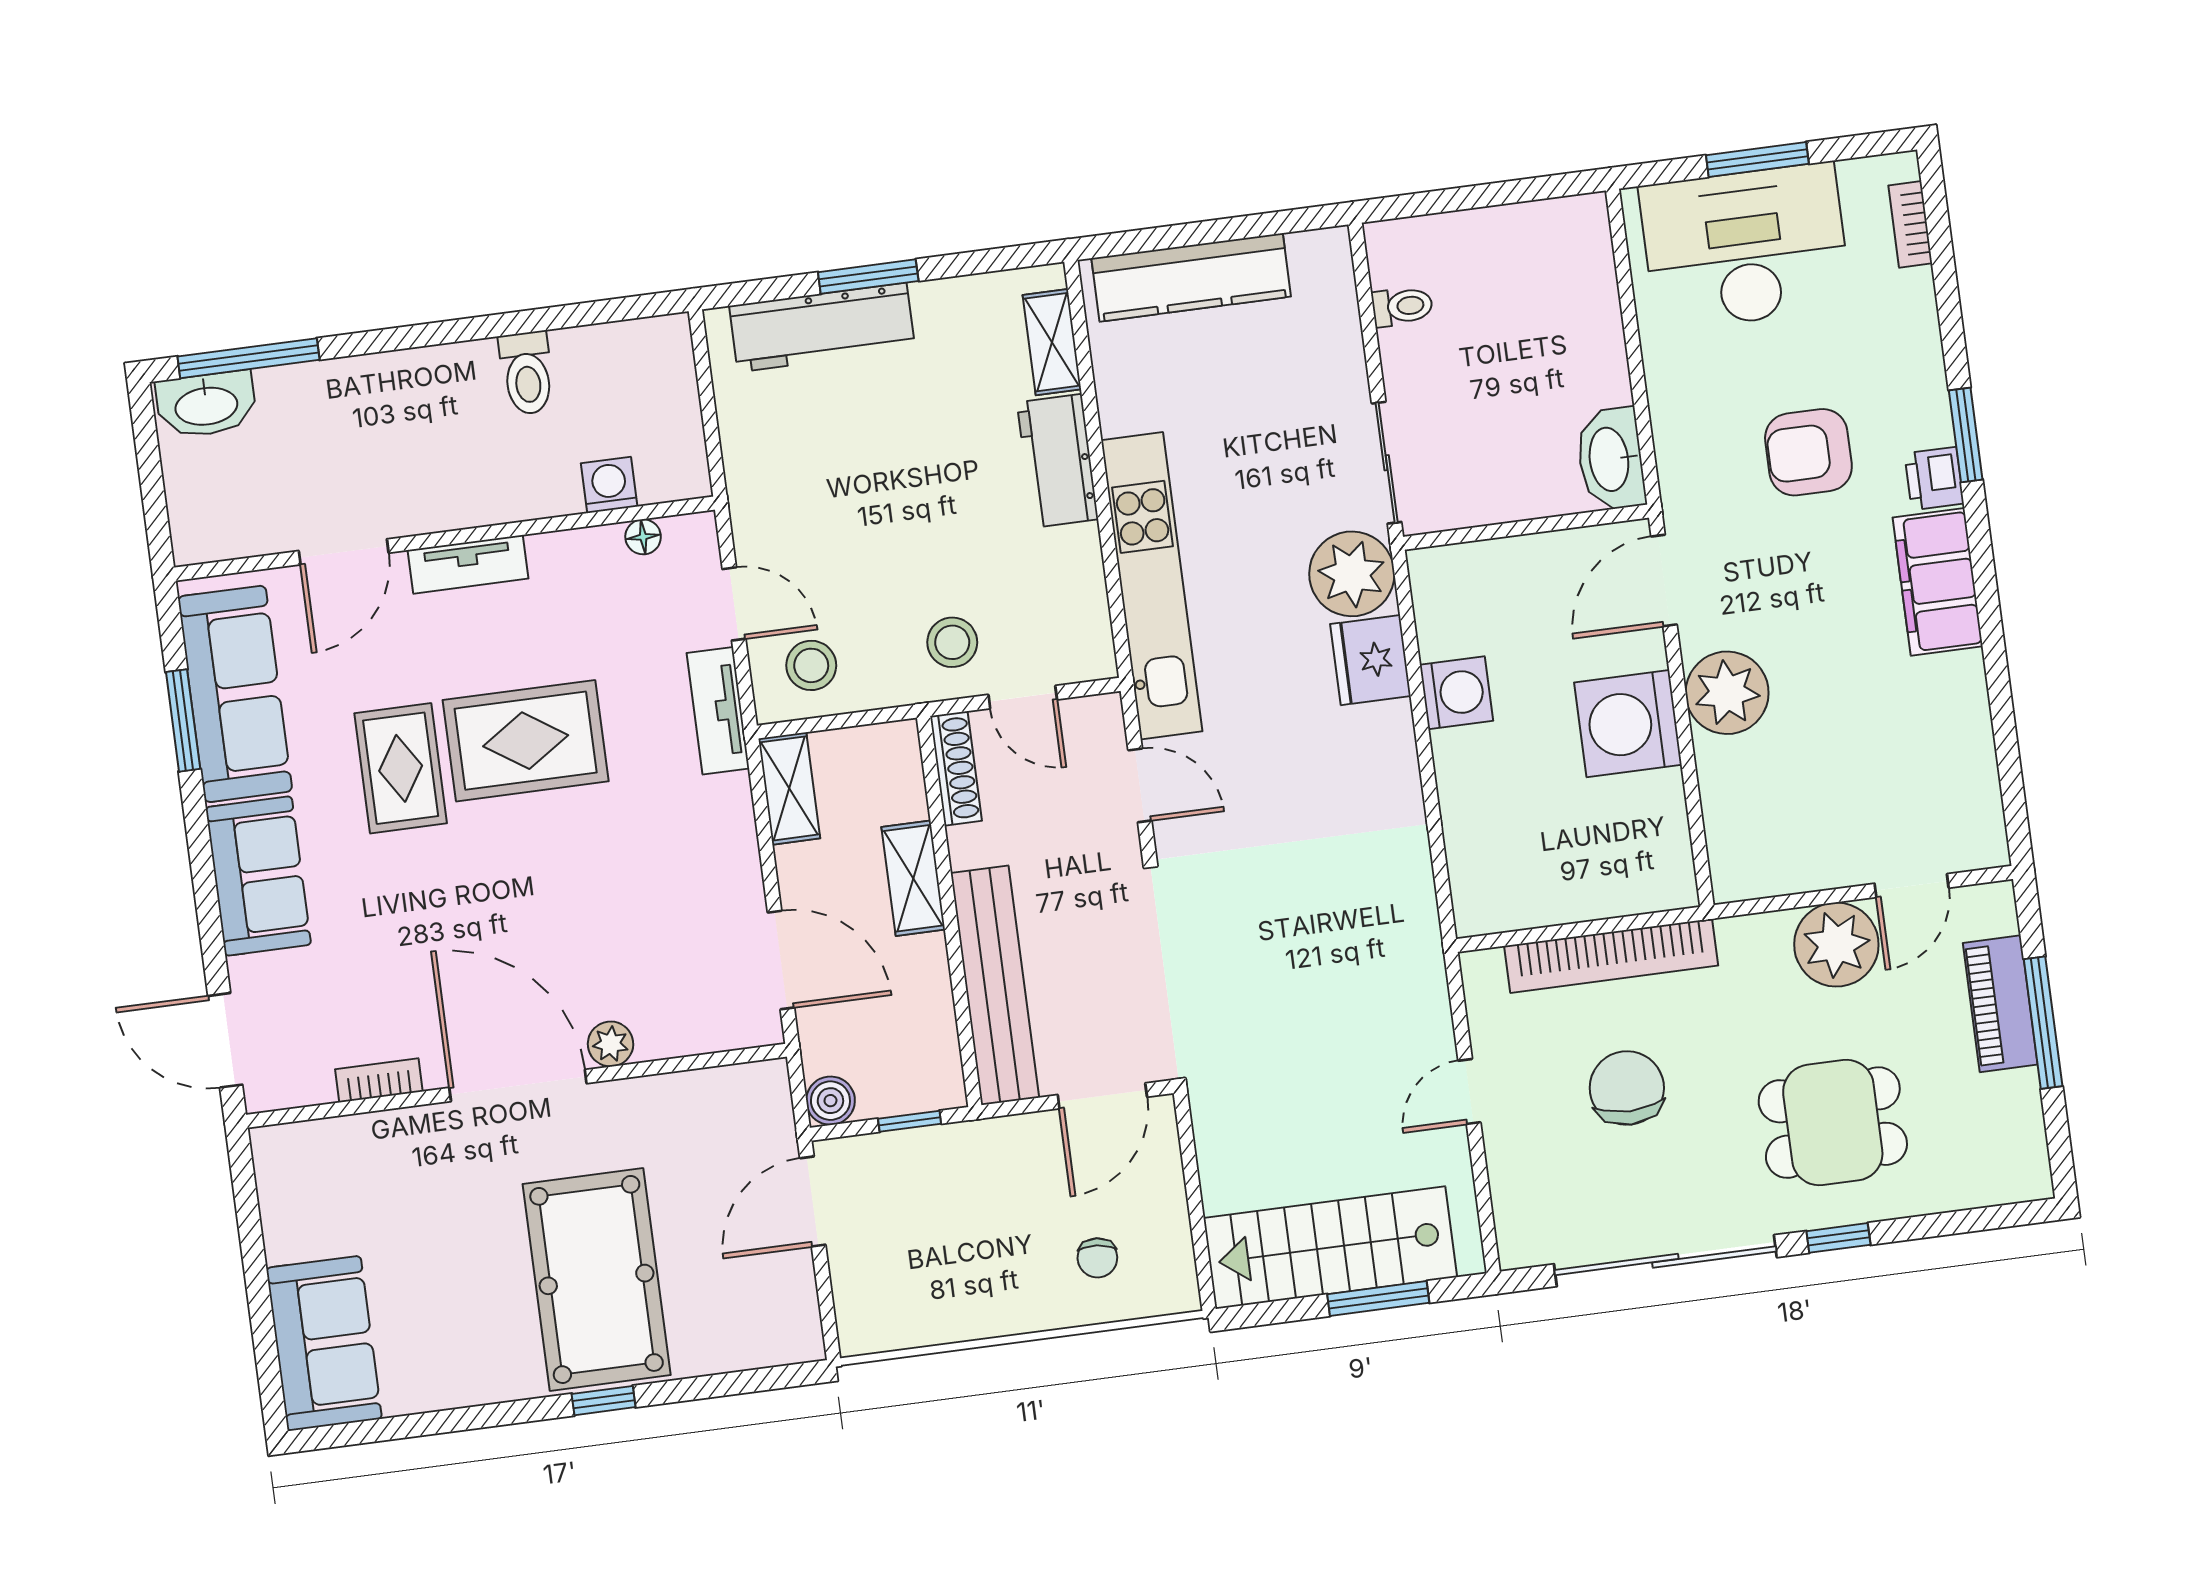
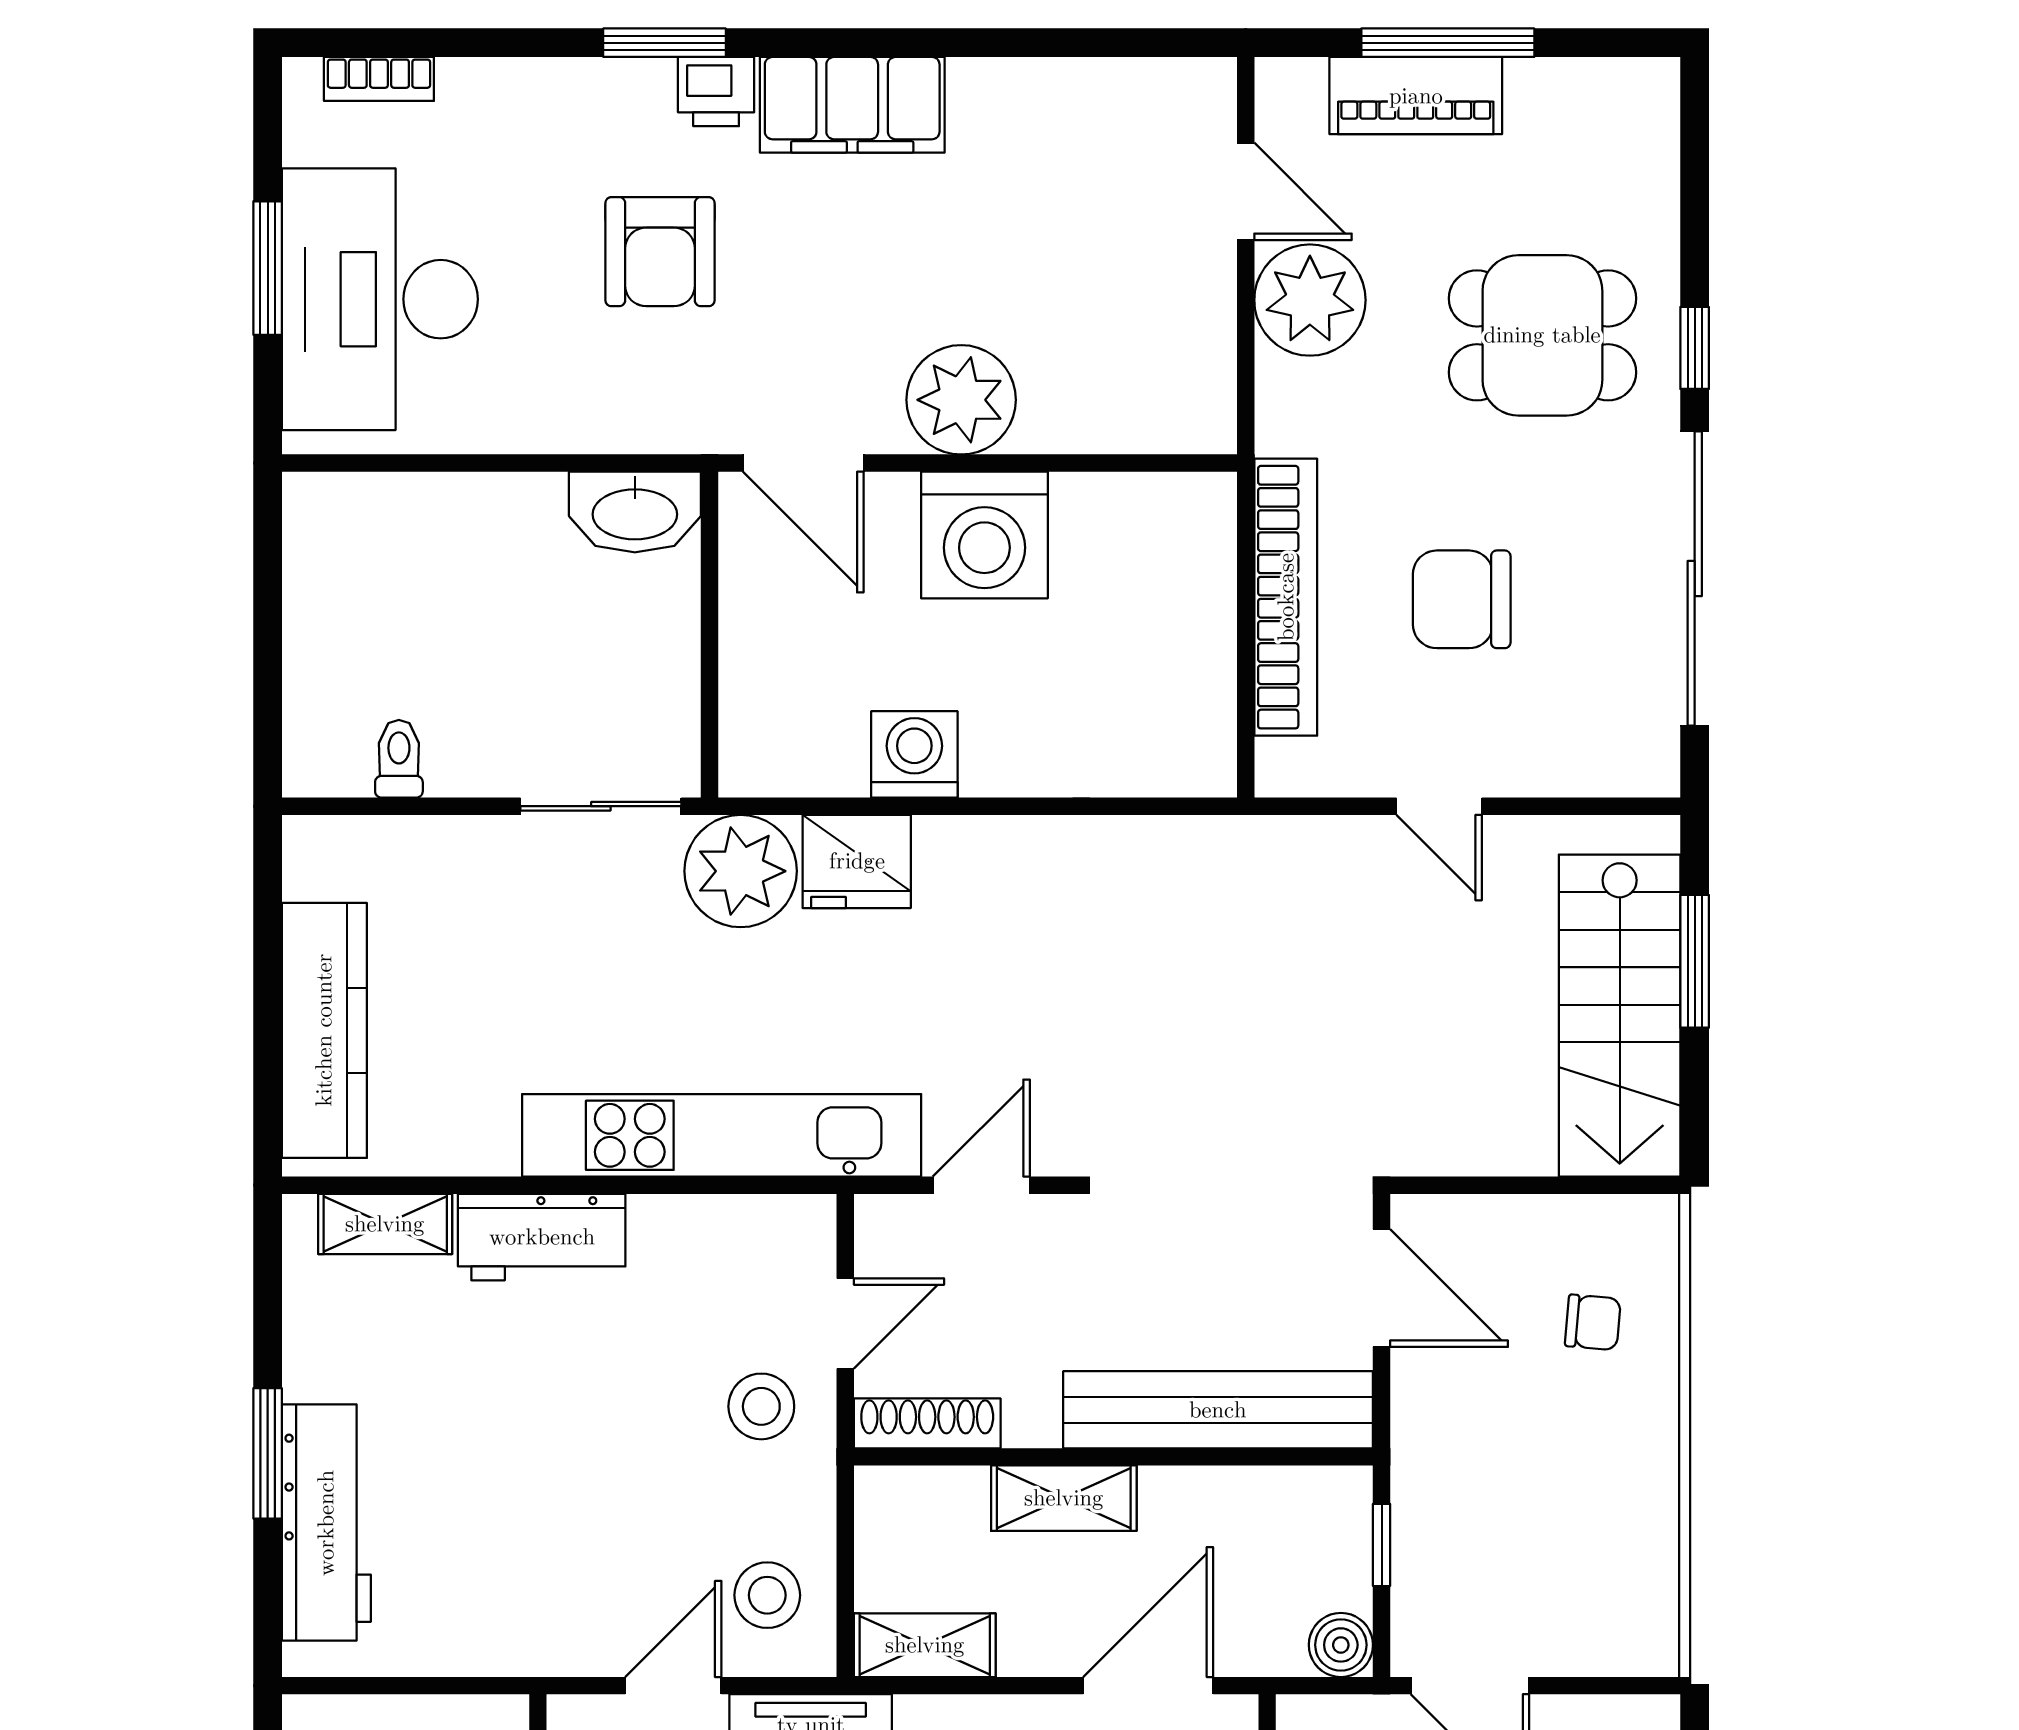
dining table: (1833, 1123) -> (1542, 335), turned 90

